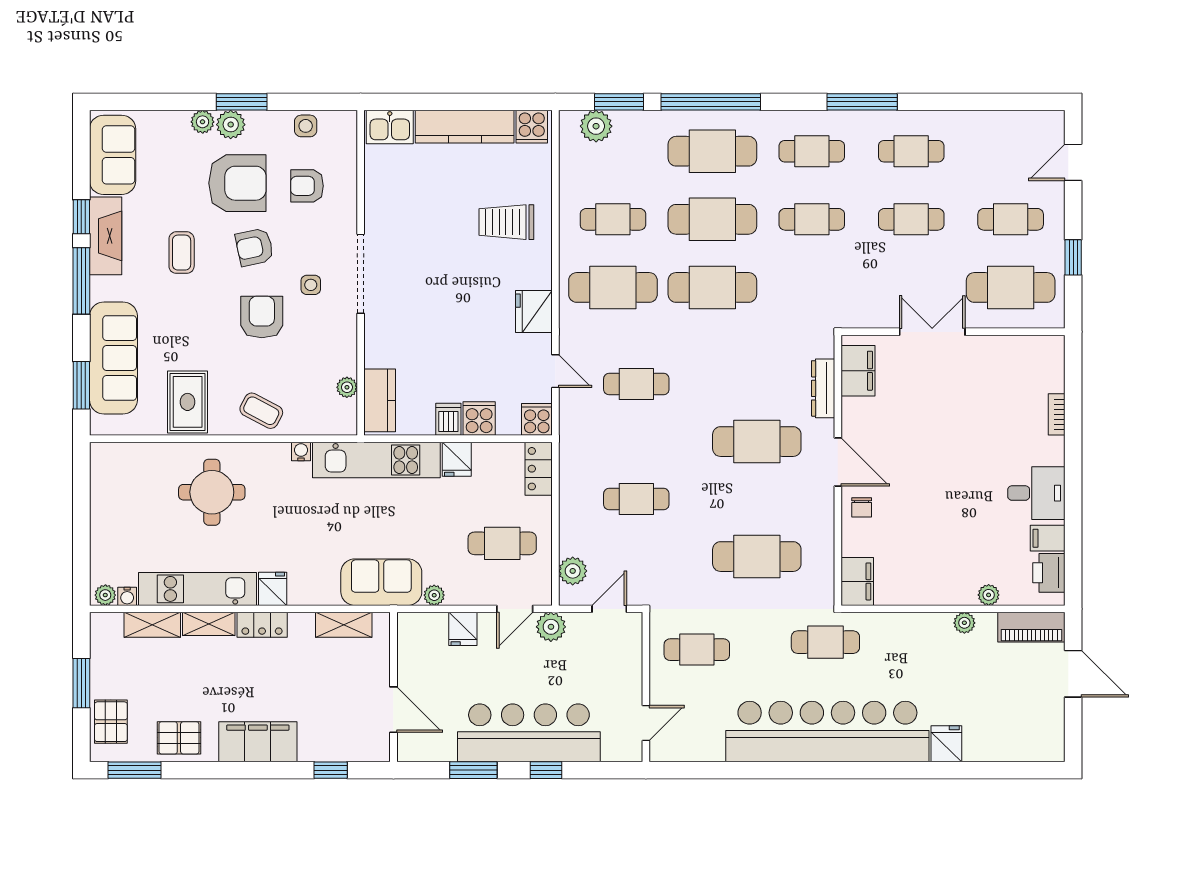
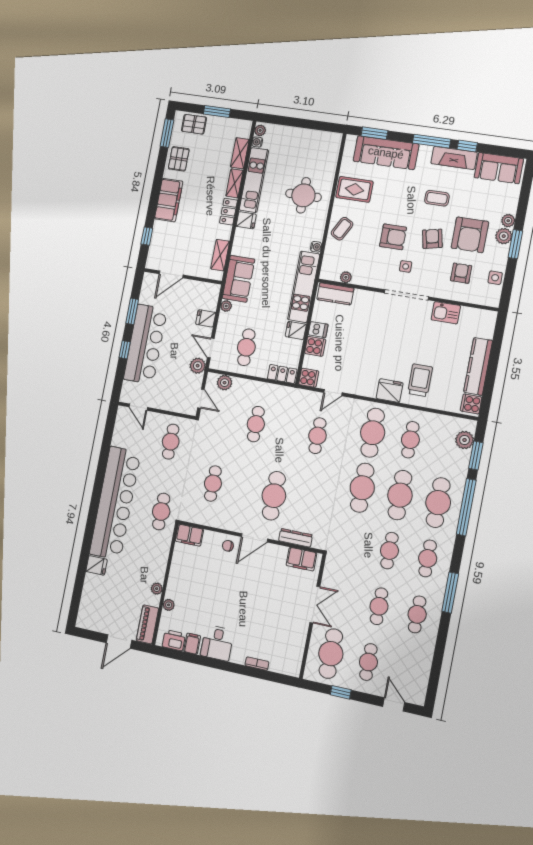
kitchen sink: (390, 127) -> (446, 313), moved, turned -90
fridge: (534, 312) -> (390, 391), moved
cafe table: (757, 557) -> (213, 484), width x0.73, depth x0.74

